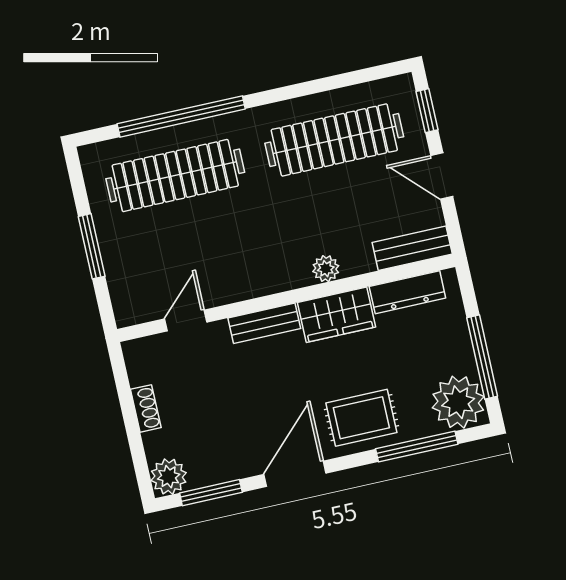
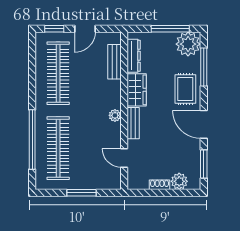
bench: (412, 248) -> (114, 62), moved
plant: (326, 269) -> (115, 115), moved
plant: (169, 477) -> (179, 181), moved

